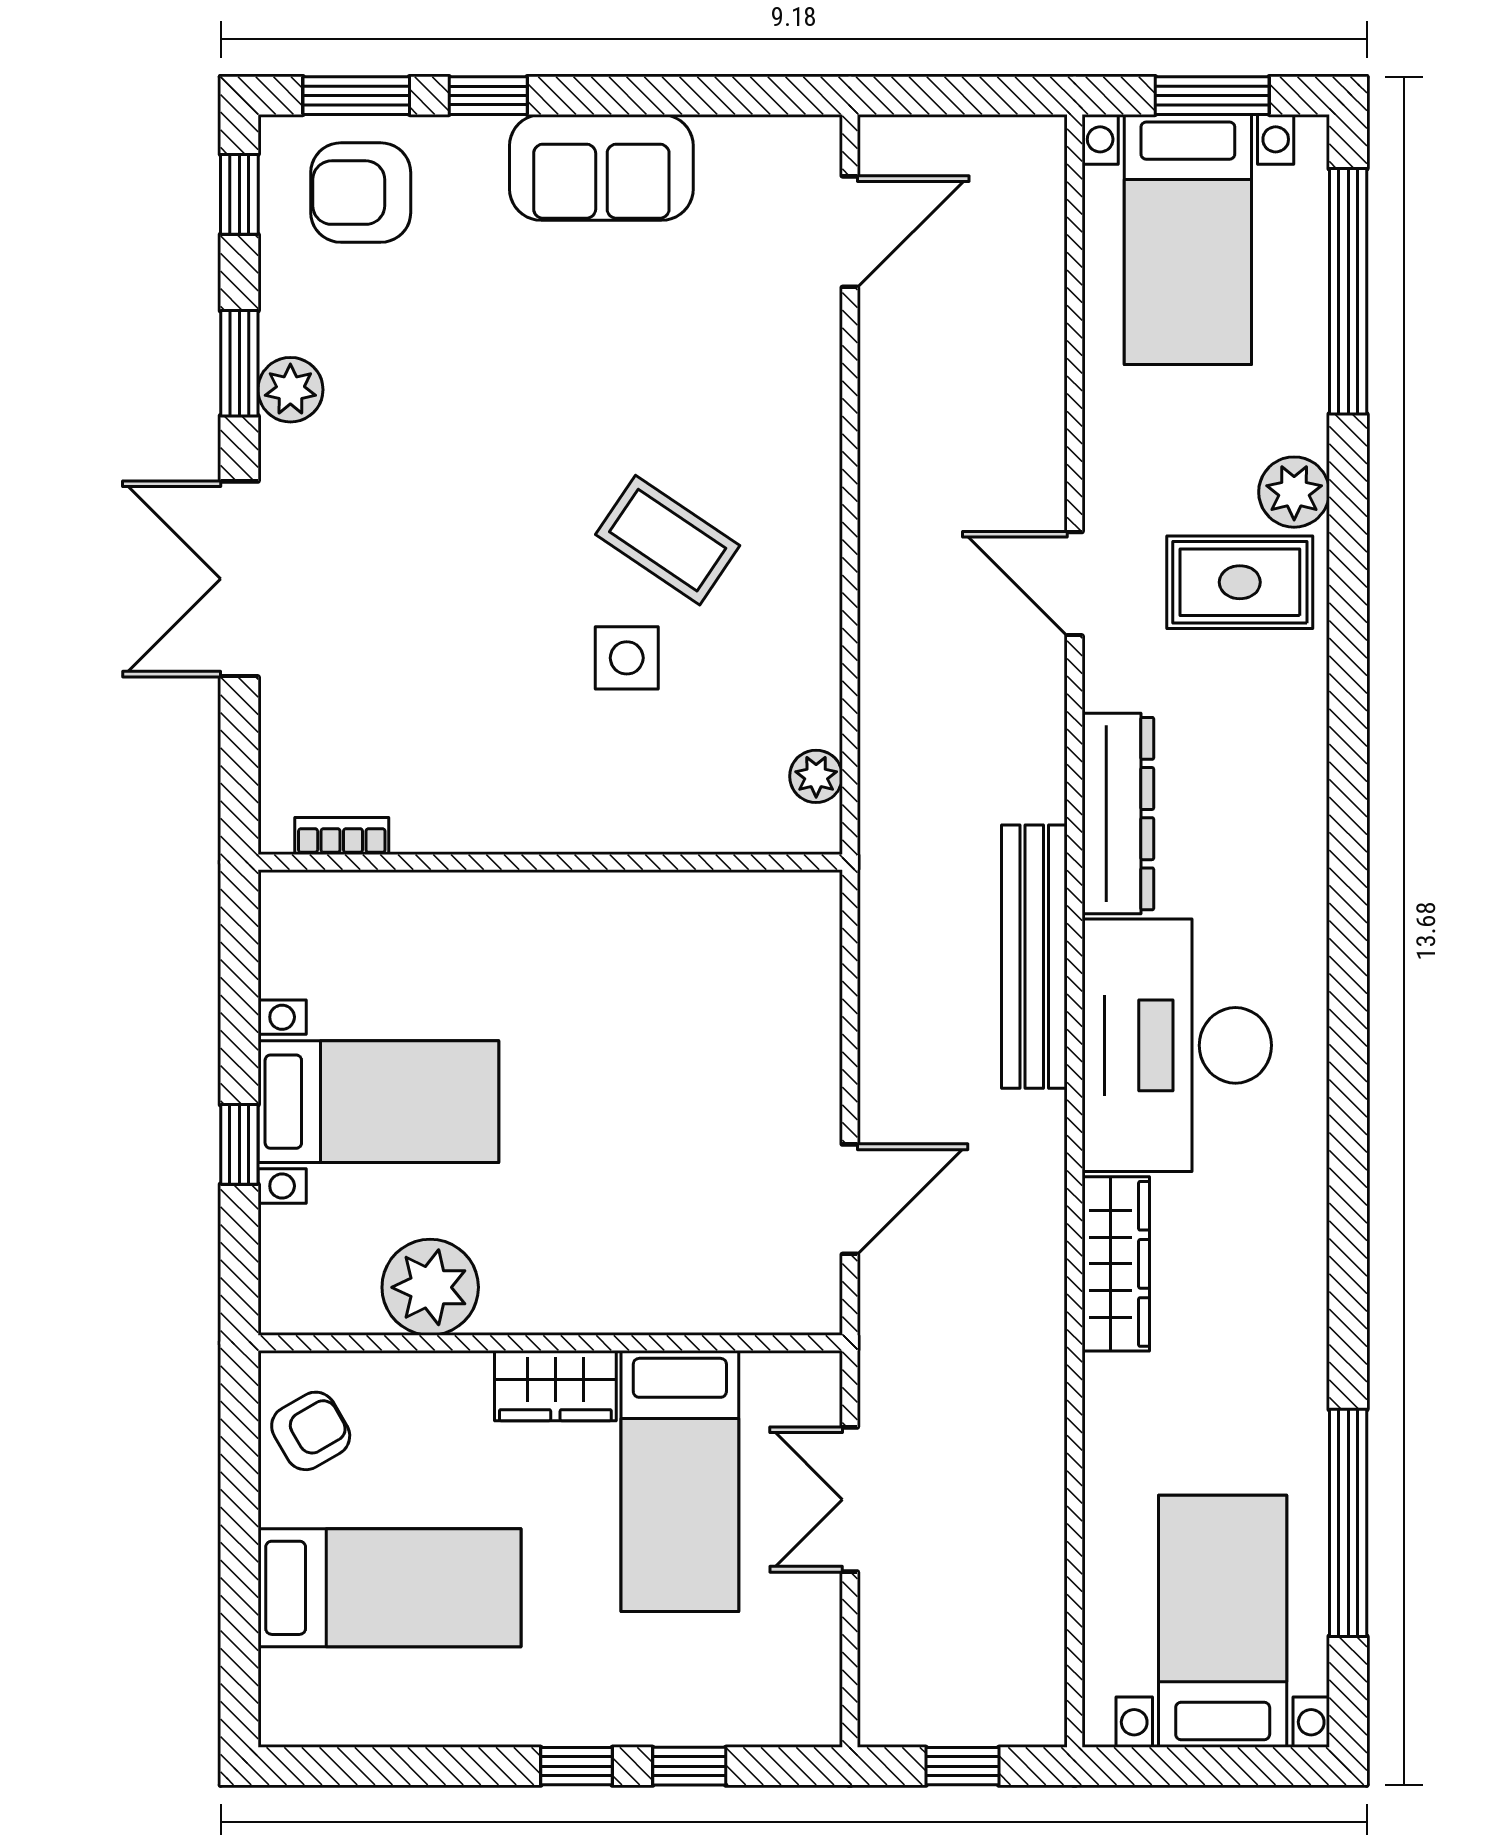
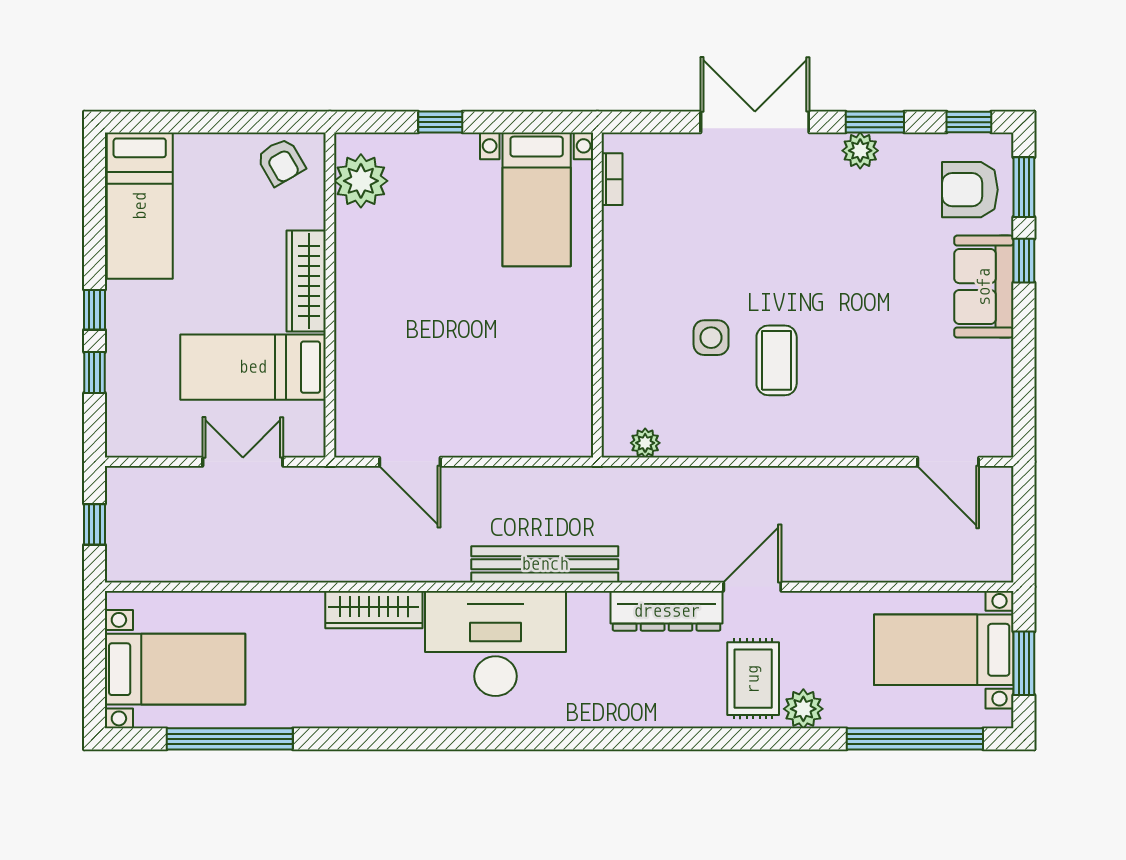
sofa: (601, 167) -> (984, 287), moved
armchair: (361, 193) -> (970, 190), turned -90
coffee table: (668, 540) -> (777, 360), turned -34
dresser: (1118, 814) -> (667, 611), moved
bed with nightstands: (378, 1102) -> (537, 199), moved
plant: (430, 1287) -> (361, 181), moved
wardrobe: (555, 1386) -> (306, 281), width x1.50
bed: (389, 1588) -> (140, 206), moved

